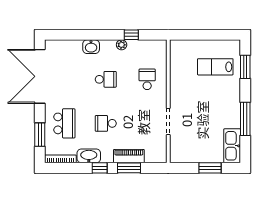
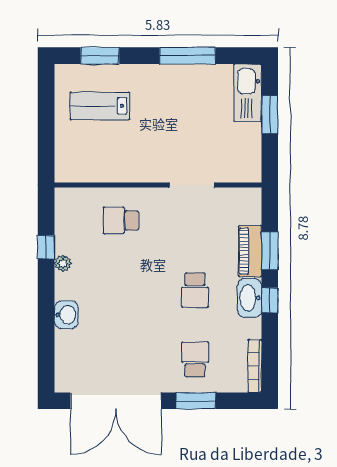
lab bench: (215, 67) -> (100, 106), turned 90
school desk: (106, 79) -> (121, 290), removed
school desk: (64, 123) -> (195, 360), width x0.54
window: (40, 135) -> (196, 401), moved
kitchen sink: (232, 146) -> (248, 93), moved, turned 90
washbasin: (89, 156) -> (250, 298), moved

